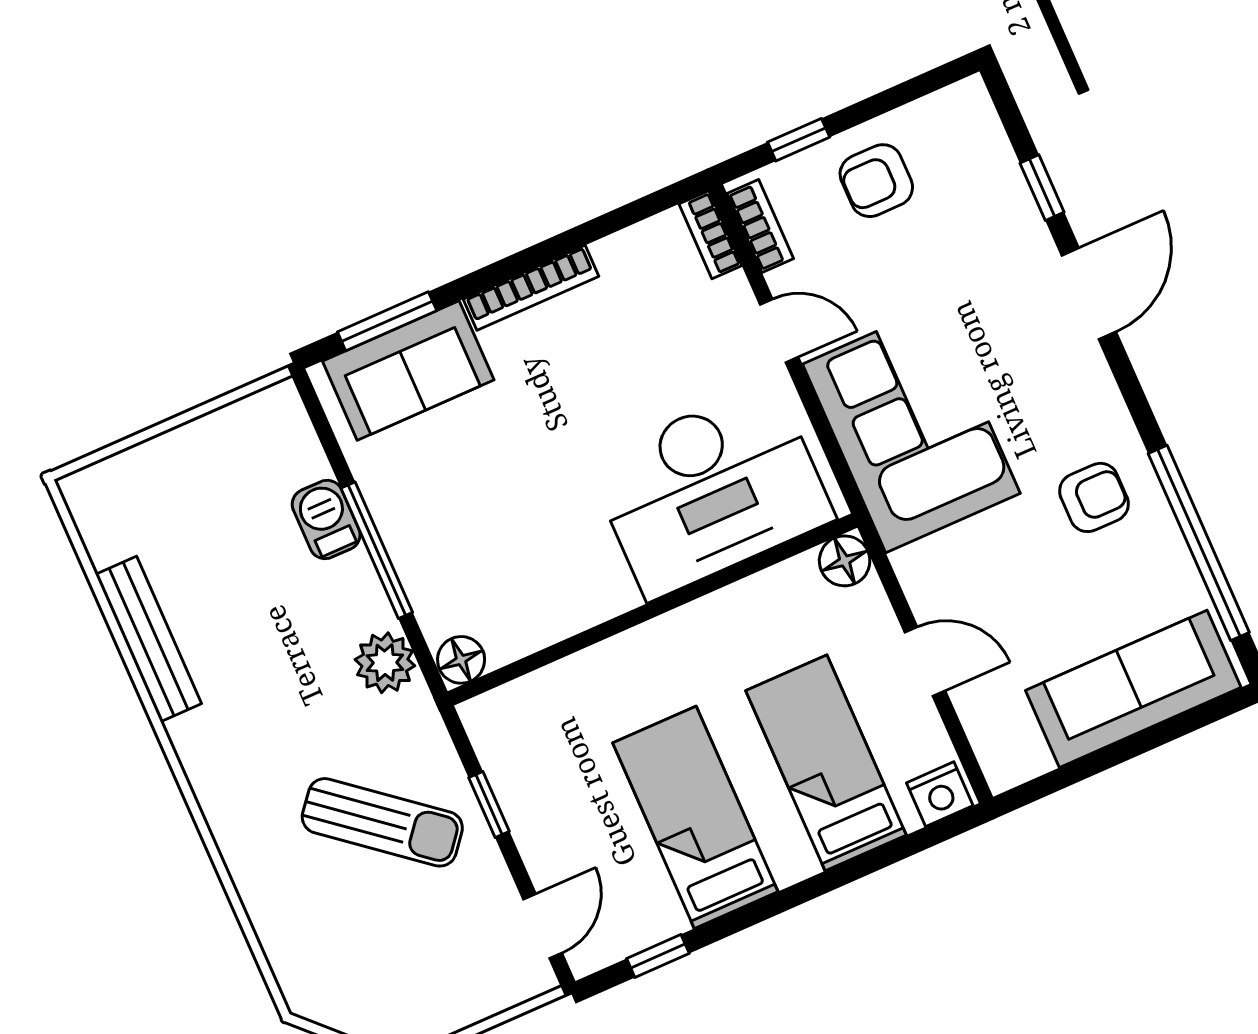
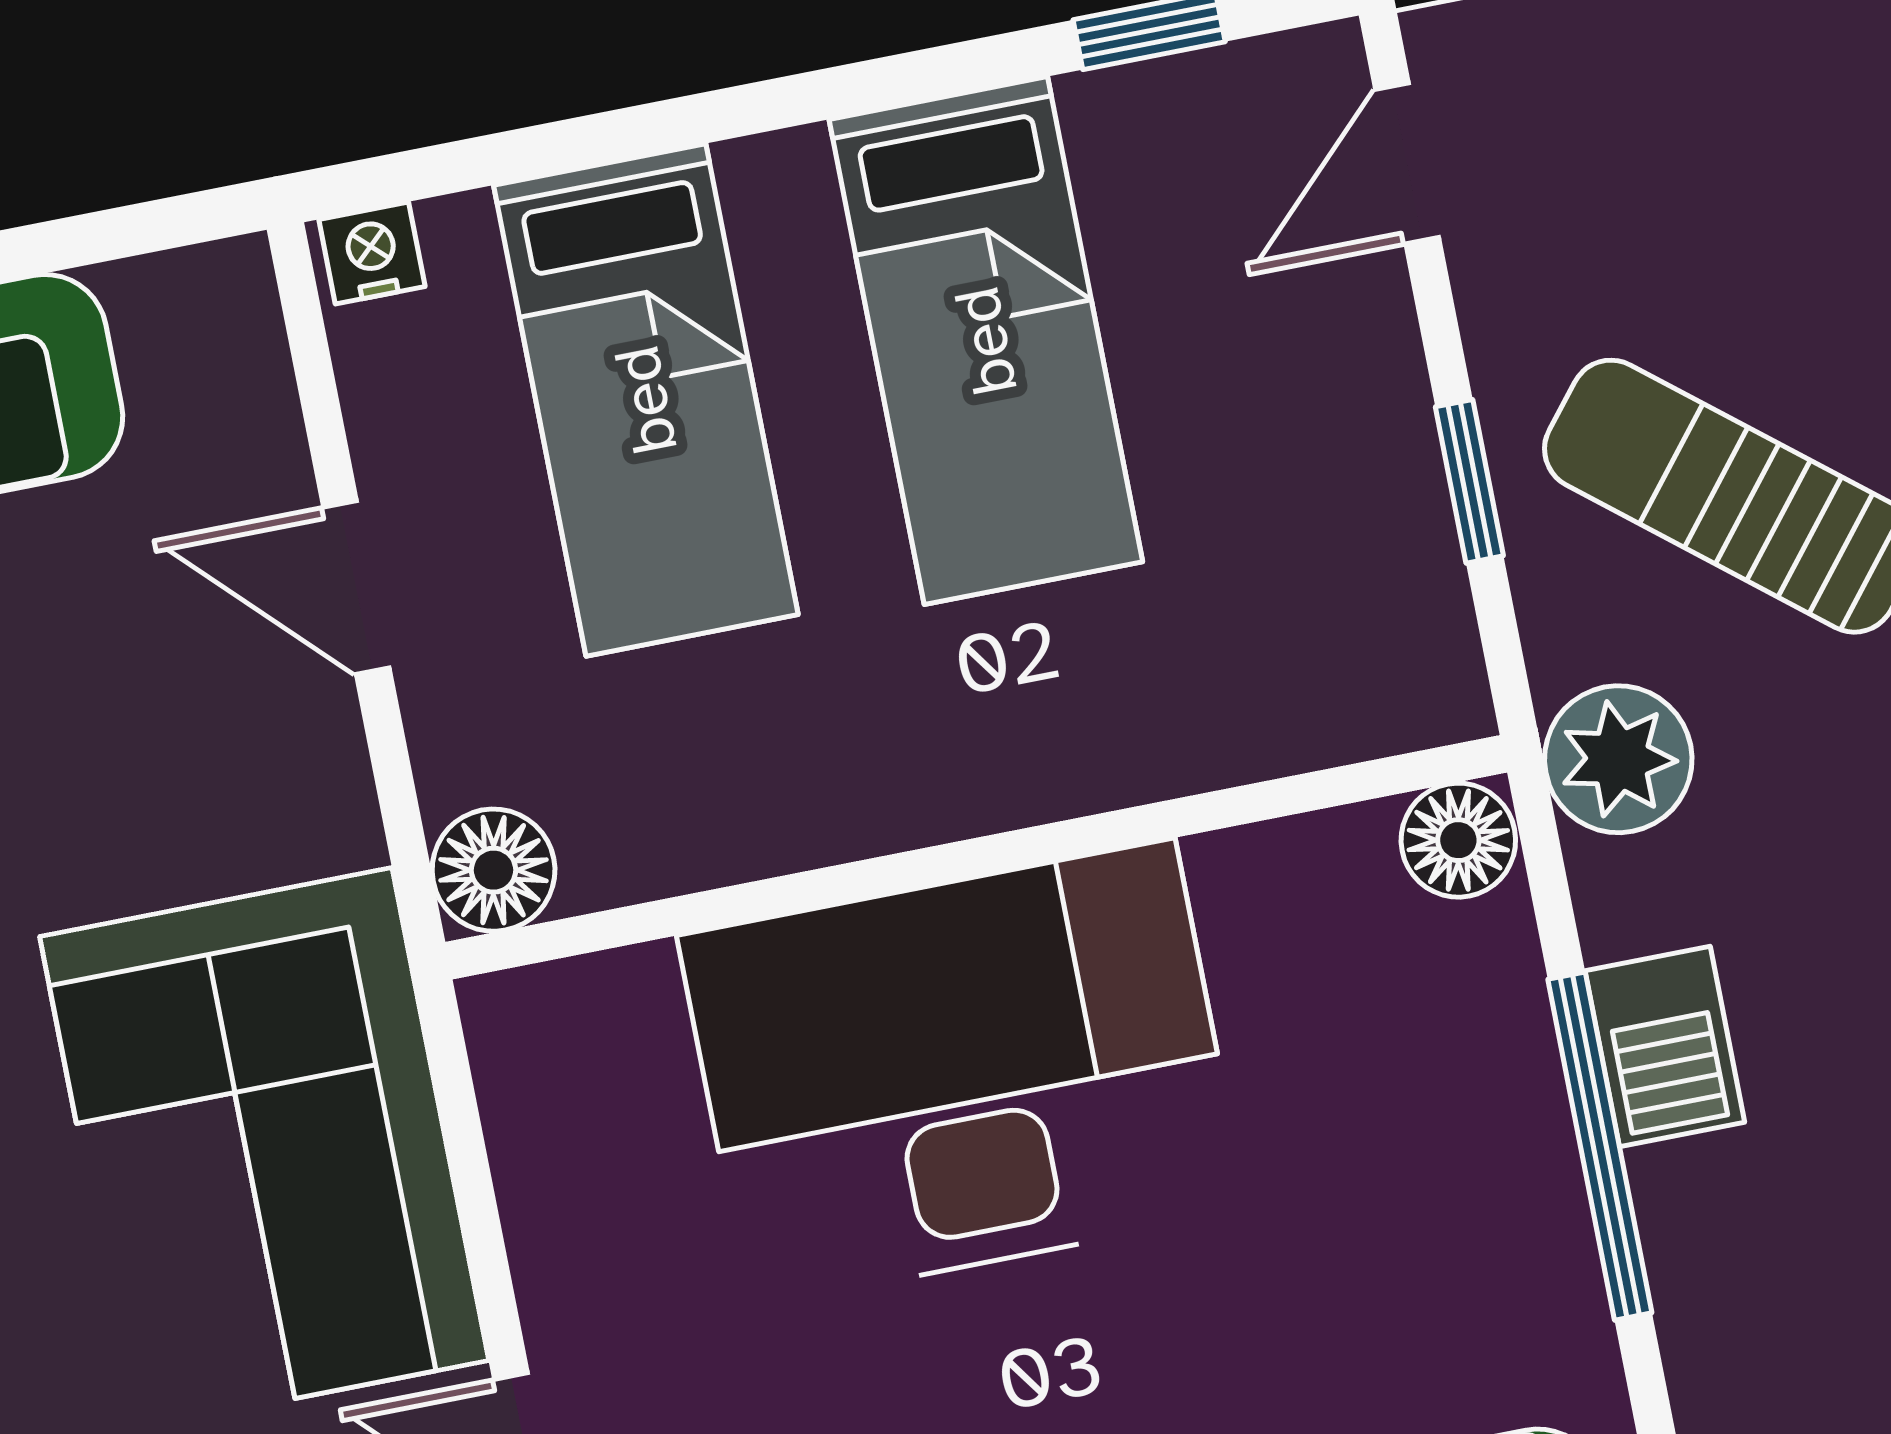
desk: (711, 490) -> (962, 1073), moved
barbecue: (326, 519) -> (1665, 1047), moved
plant: (385, 663) -> (1618, 759), moved
nightstand: (940, 794) -> (372, 253), width x0.72, depth x0.74

